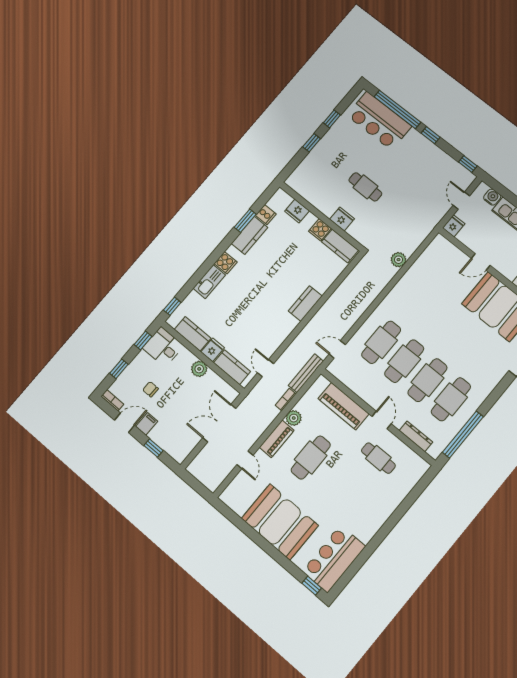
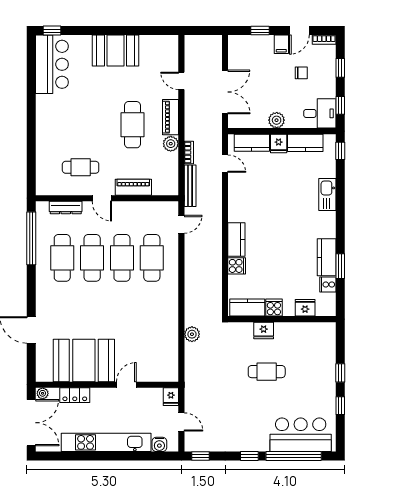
cooker: (226, 263) -> (237, 266), moved, turned 180
piano: (344, 406) -> (133, 187), width x0.73, depth x0.75
booth: (280, 522) -> (115, 51), width x0.73, depth x0.70

